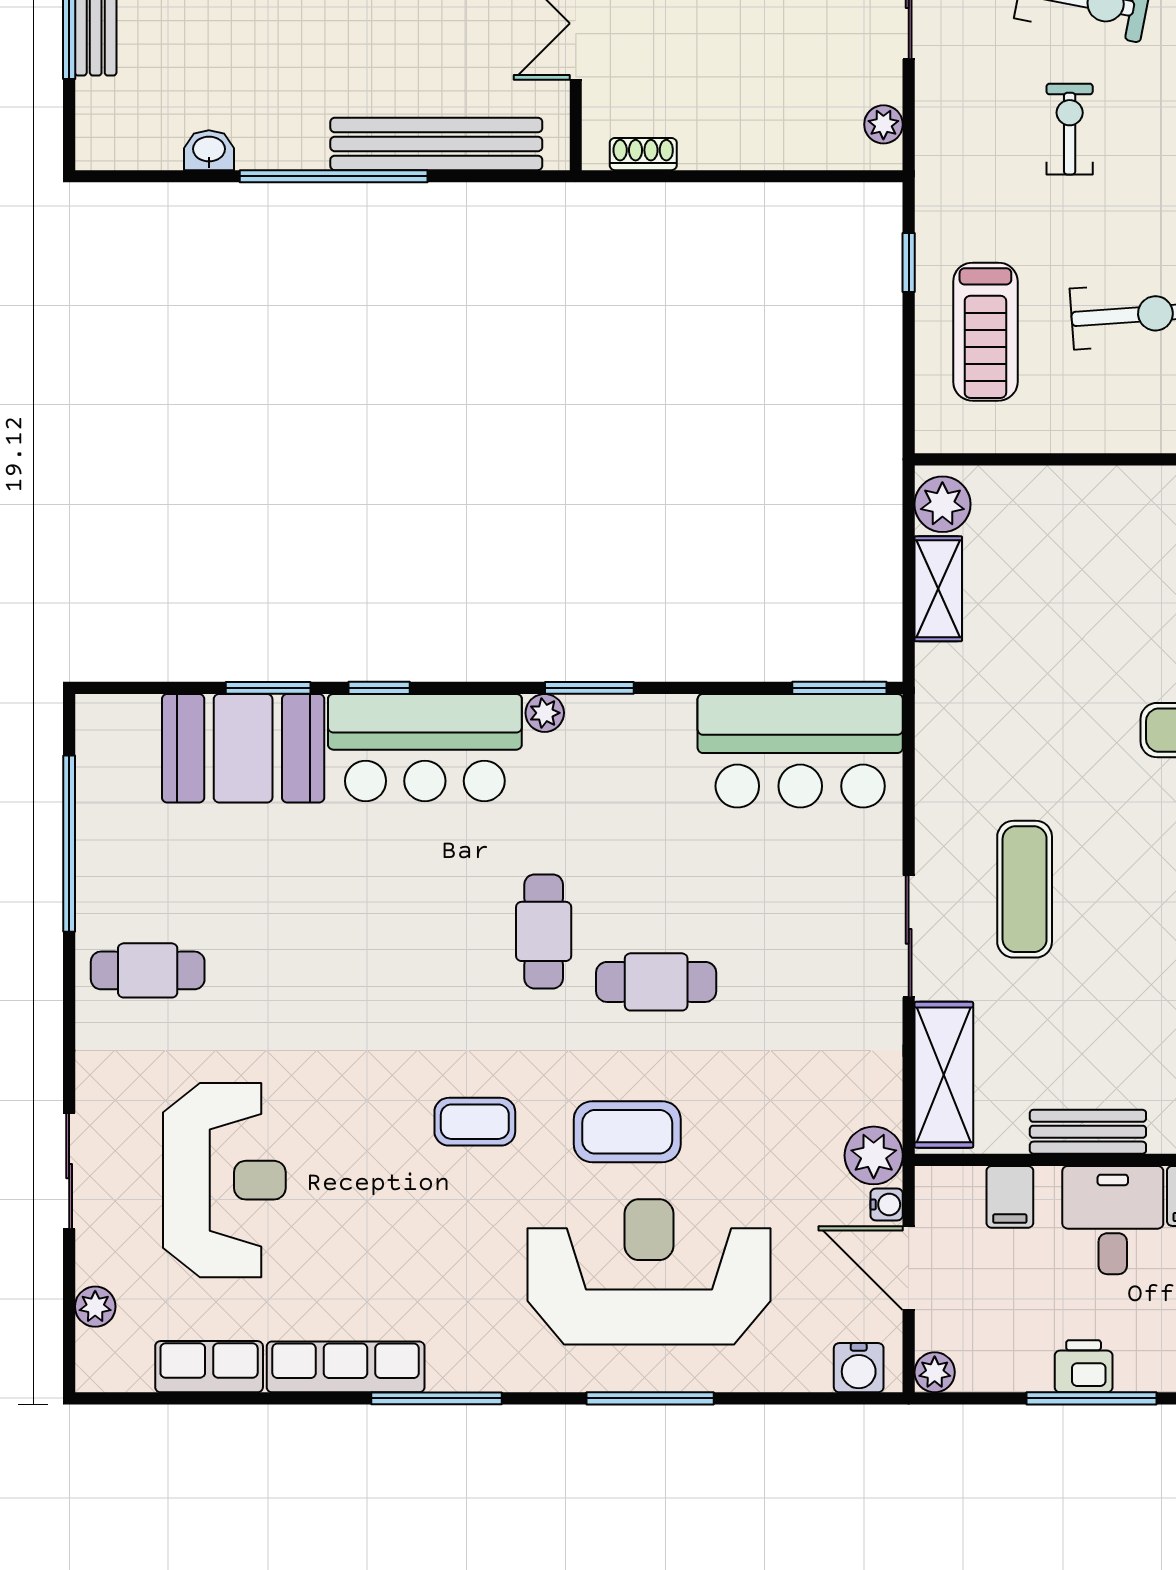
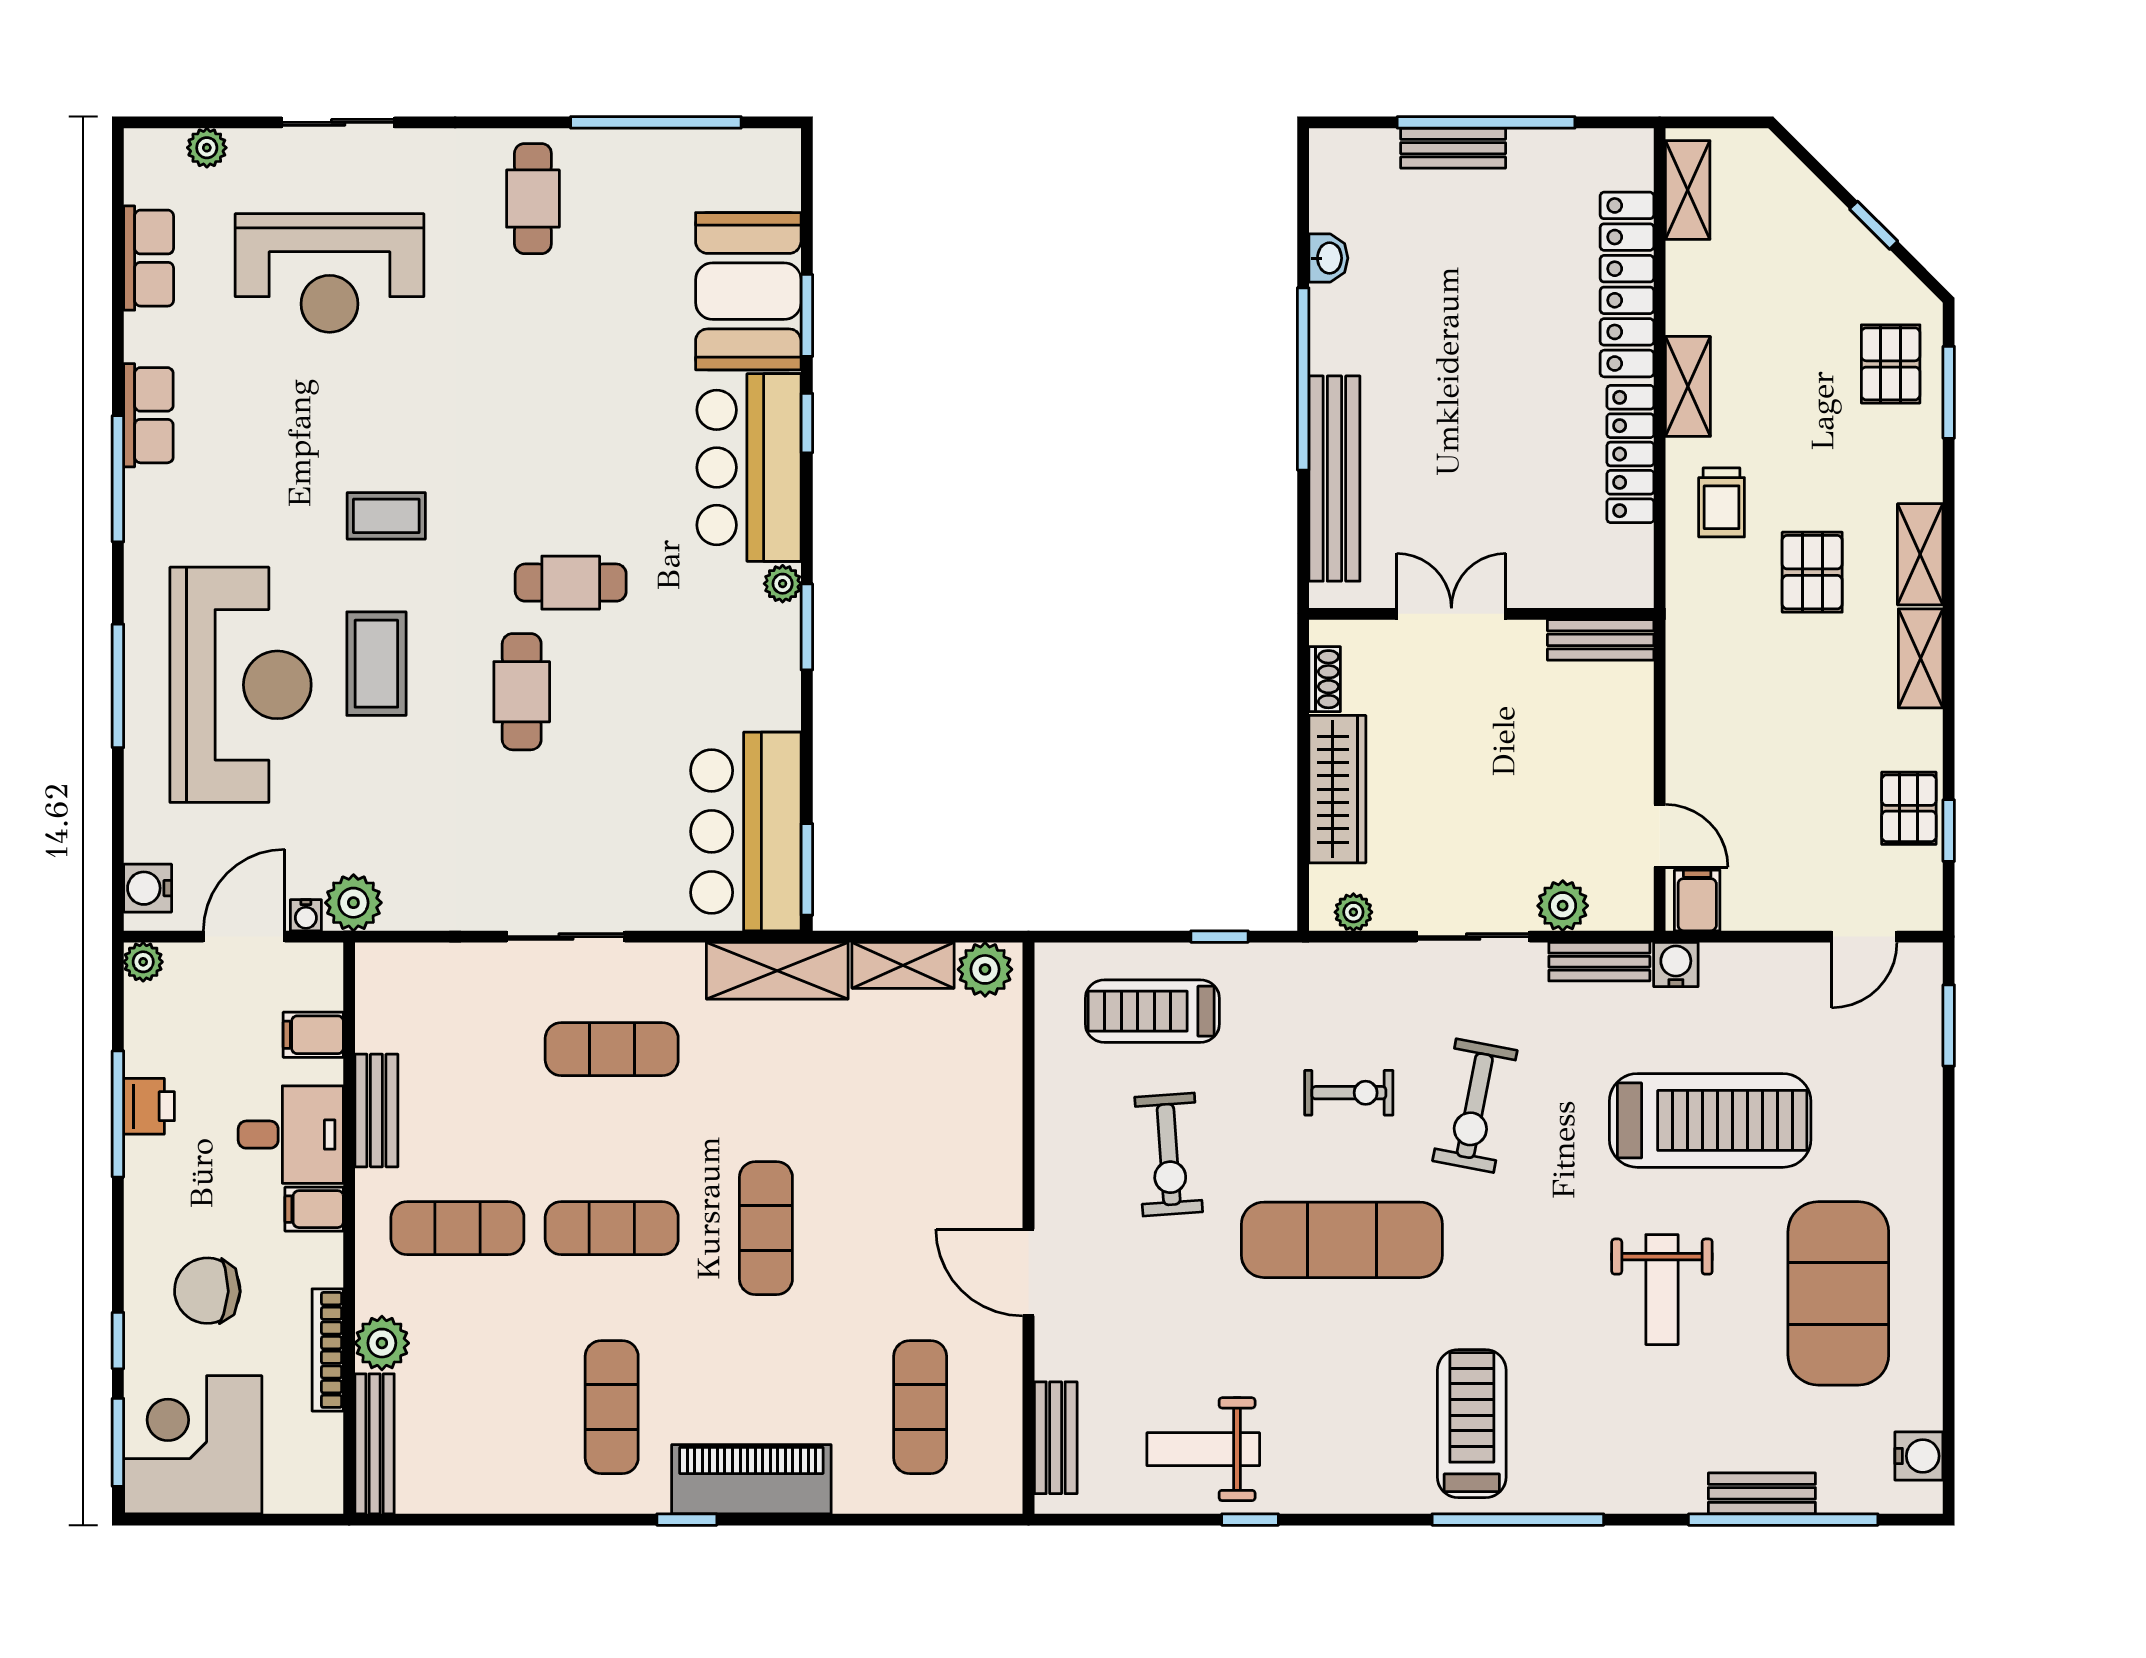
wardrobe: (757, 141) -> (1337, 789), added
shelving: (944, 1075) -> (777, 971), moved
coffee table: (475, 1122) -> (386, 516), turned 90
row of seats: (346, 1367) -> (148, 415), width x0.68

